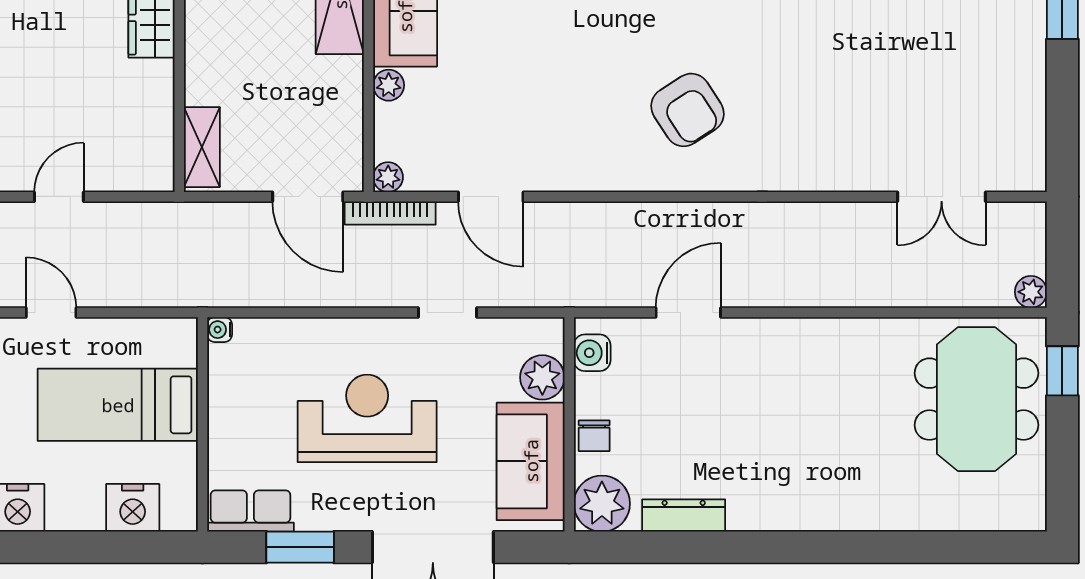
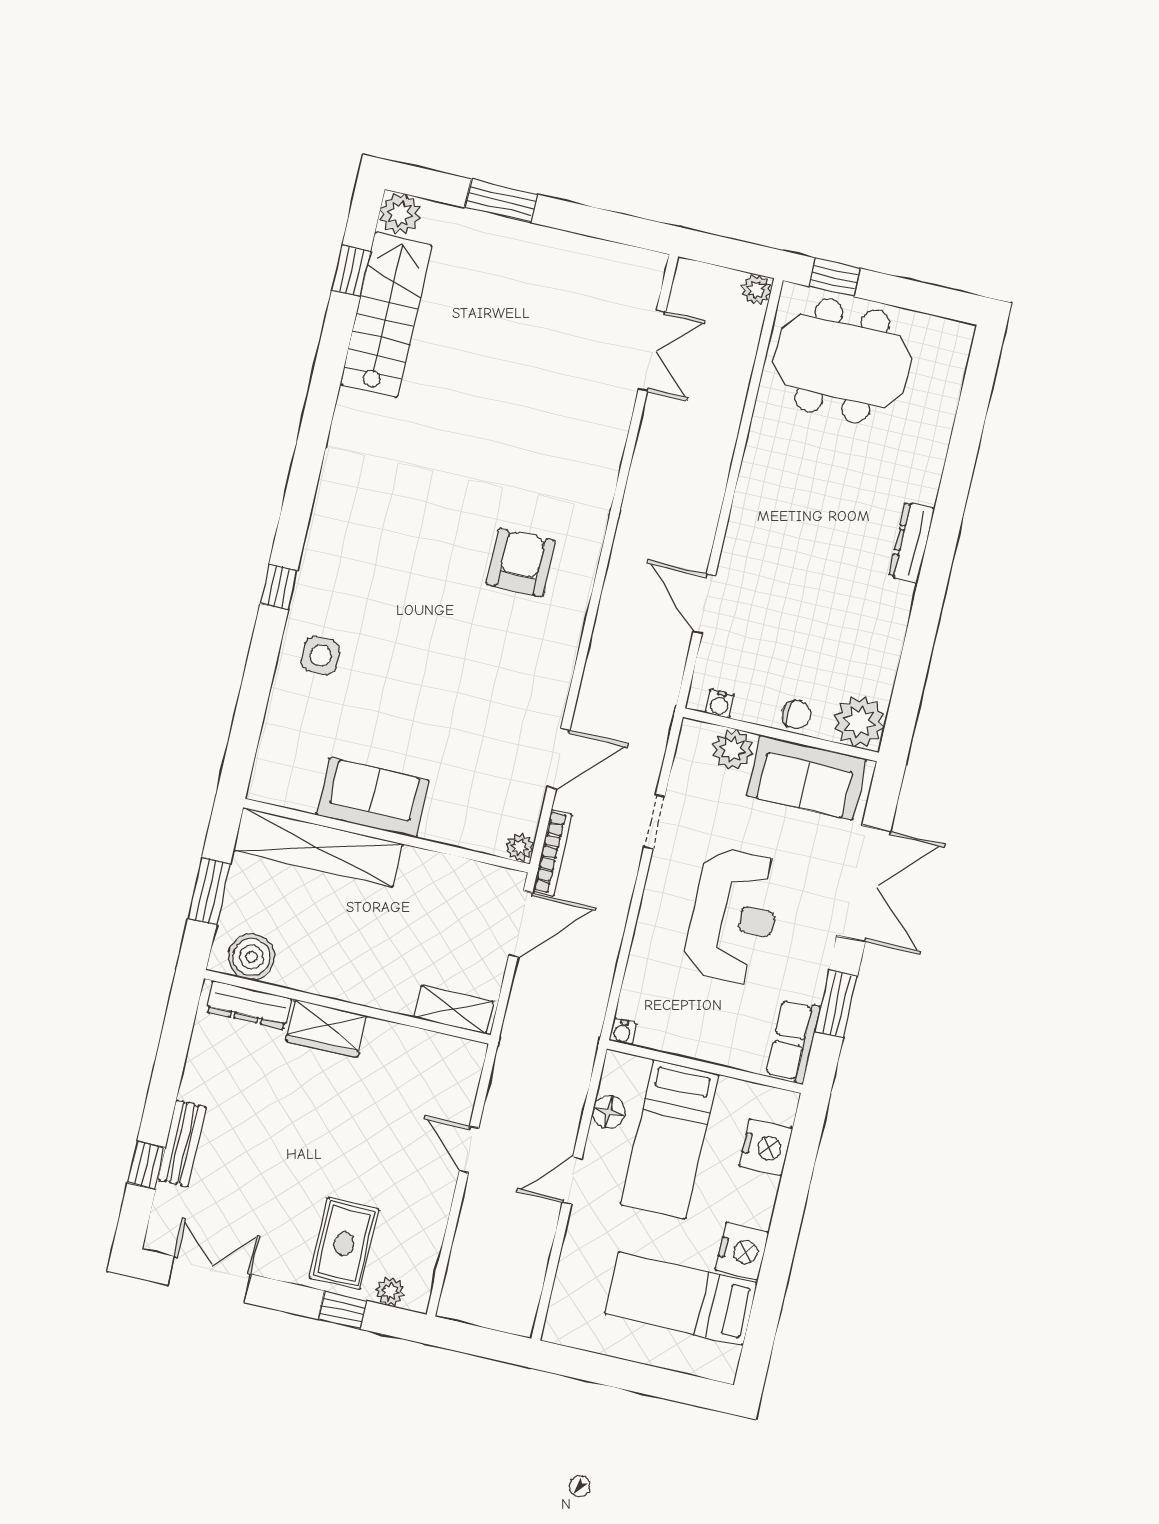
plant: (389, 85) -> (436, 828), removed
armchair: (687, 110) -> (521, 563), turned -57
floor lamp: (132, 335) -> (609, 1112), added
water cooler: (592, 353) -> (720, 704), width x0.72, depth x0.72
reception desk: (367, 418) -> (733, 916), turned 180
dresser: (684, 516) -> (912, 542), moved

